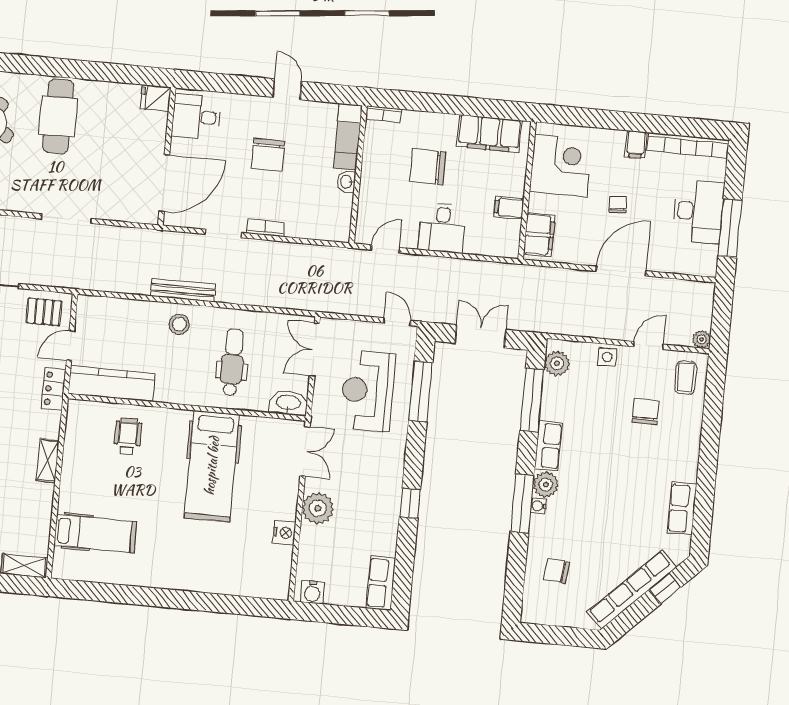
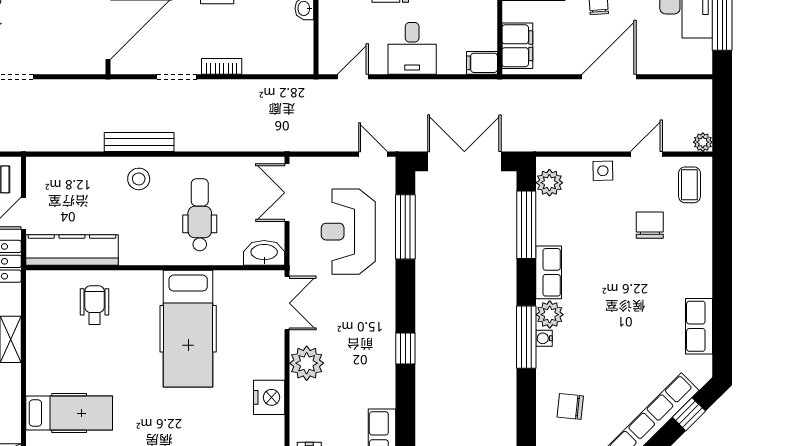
filing cabinet: (509, 208) -> (482, 63), moved
double door: (480, 336) -> (464, 161), width x1.37
nightstand: (284, 533) -> (269, 397), width x1.36, depth x1.33

